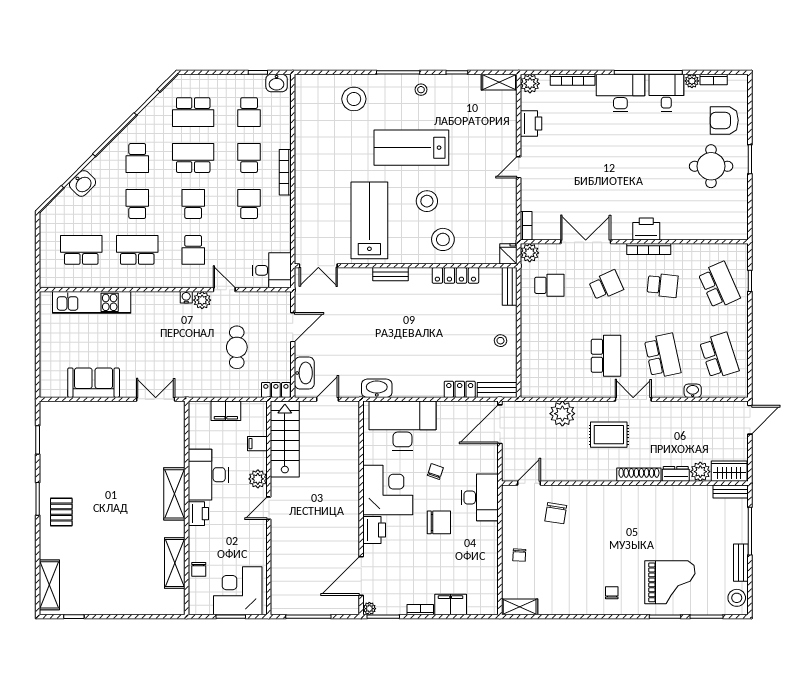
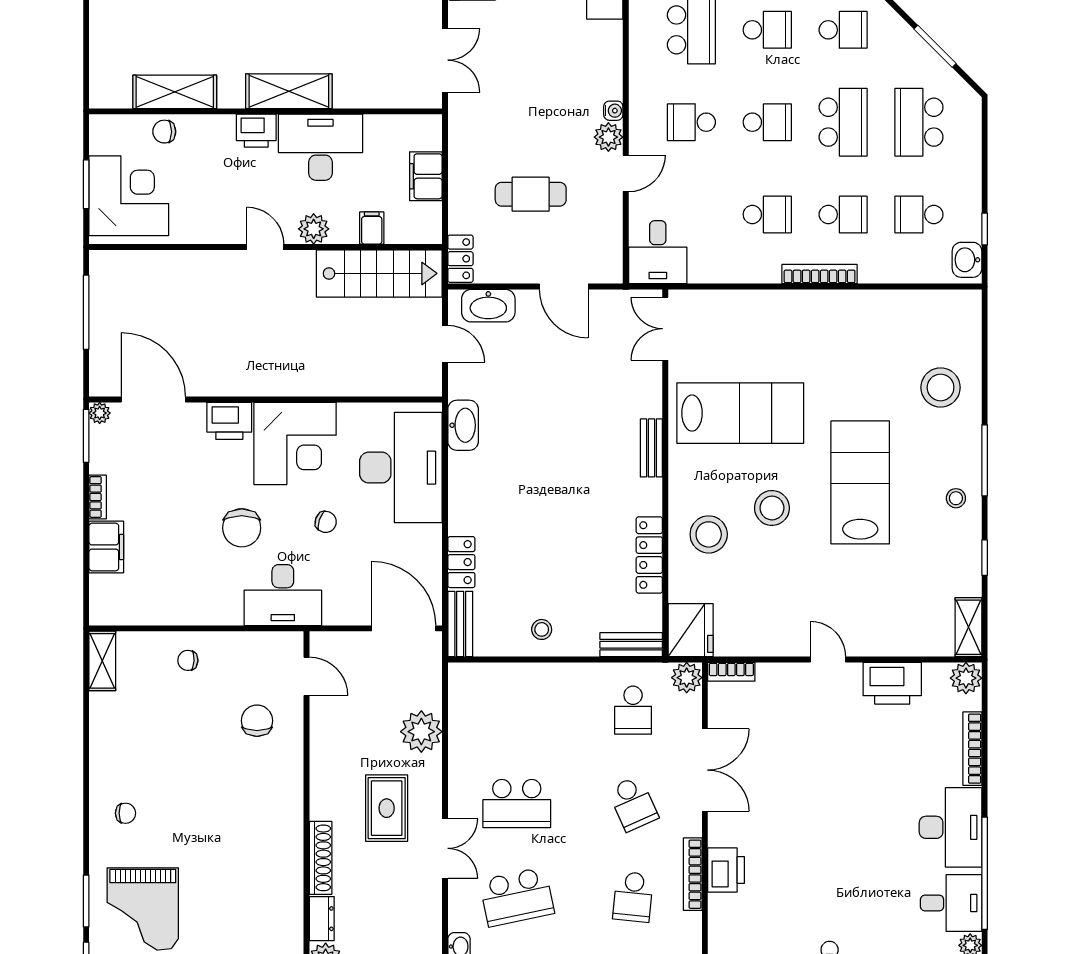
printer: (531, 123) -> (892, 683), width x1.37, depth x1.19
school desk: (137, 158) -> (843, 30), turned 180
fridge: (508, 254) -> (691, 630), width x1.88, depth x1.34
chair: (556, 513) -> (257, 721), turned 81

